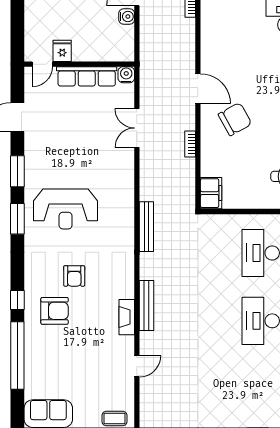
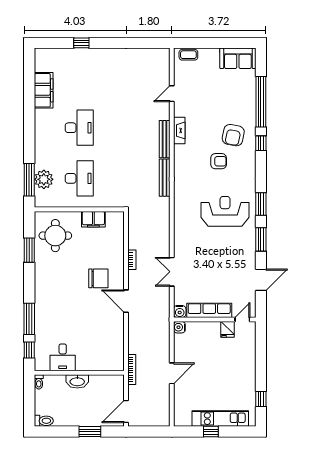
water cooler: (127, 17) -> (179, 327), moved
chair: (235, 119) -> (98, 278), turned -151
double door: (137, 128) -> (172, 272), swing flipped
filing cabinet: (211, 193) -> (93, 219), moved, turned -90
bench: (146, 227) -> (165, 178), moved
armchair: (74, 276) -> (219, 161), turned 90
armchair: (55, 311) -> (233, 135), turned -79

